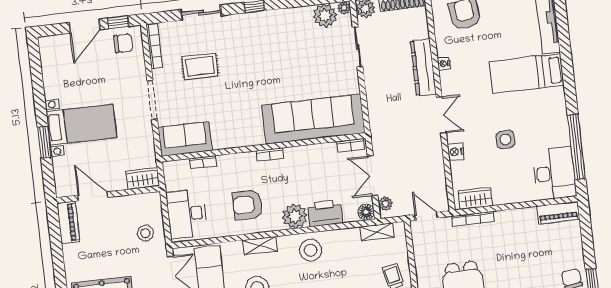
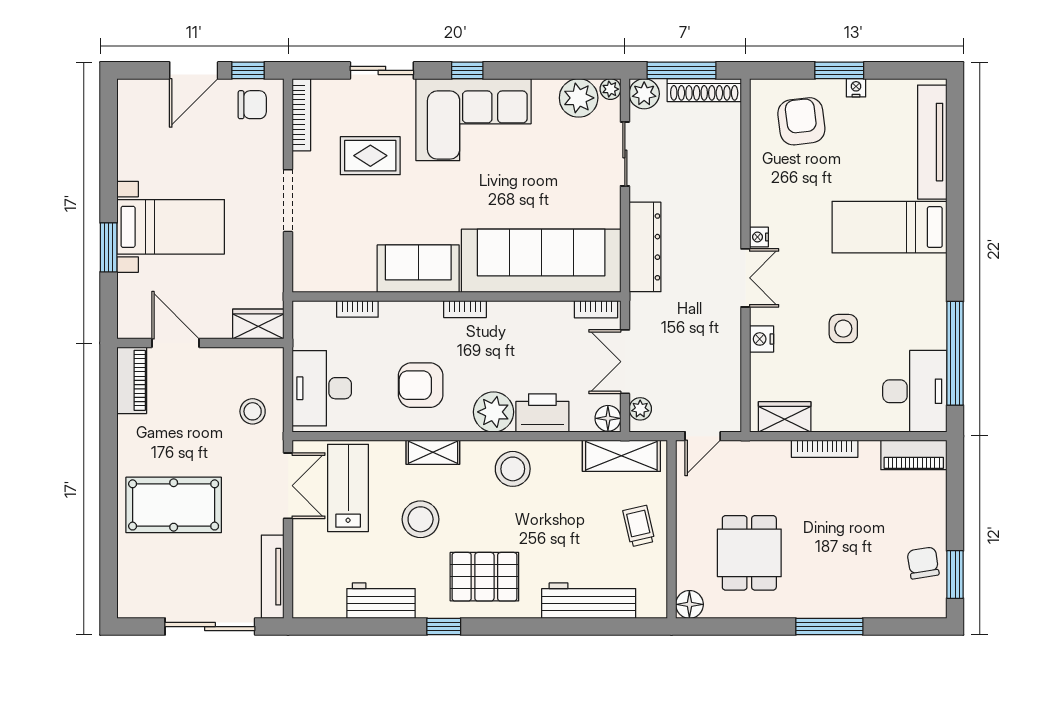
corner sofa: (261, 37) -> (473, 120), added
nightstand: (444, 64) -> (759, 237), moved
dresser: (423, 67) -> (645, 247), moved, turned 180
sofa: (185, 139) -> (418, 269), moved
door: (426, 216) -> (703, 436), swing flipped
bookcase: (473, 219) -> (825, 449), moved
shelving: (377, 232) -> (621, 456), width x1.50, depth x1.33

